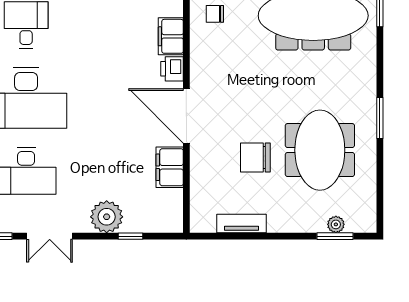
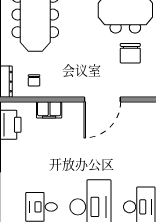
printer: (172, 69) -> (71, 109), removed
filing cabinet: (170, 167) -> (137, 111), removed

